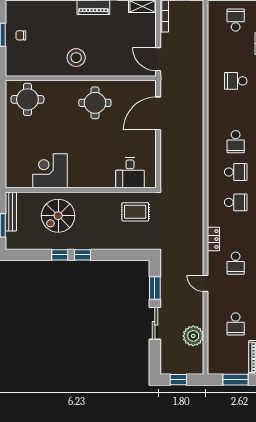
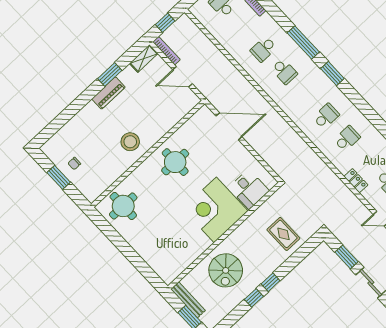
door: (158, 59) -> (182, 77), moved
door: (158, 113) -> (229, 126), swing flipped
school desk: (236, 142) -> (284, 71), moved
corner desk: (50, 171) -> (215, 210), moved, width x1.36, depth x1.36
rug: (135, 212) -> (283, 234), moved, turned 90

